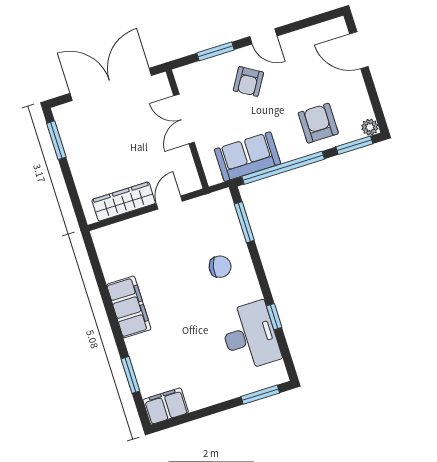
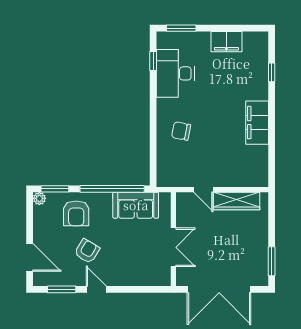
window: (216, 51) -> (62, 289), moved
armchair: (248, 82) -> (87, 251), moved
door: (169, 202) -> (203, 190), hinge flipped
window: (244, 222) -> (153, 158), removed
window: (274, 317) -> (153, 61), moved
window: (130, 375) -> (272, 72), width x0.67
filing cabinet: (166, 406) -> (226, 42), moved

